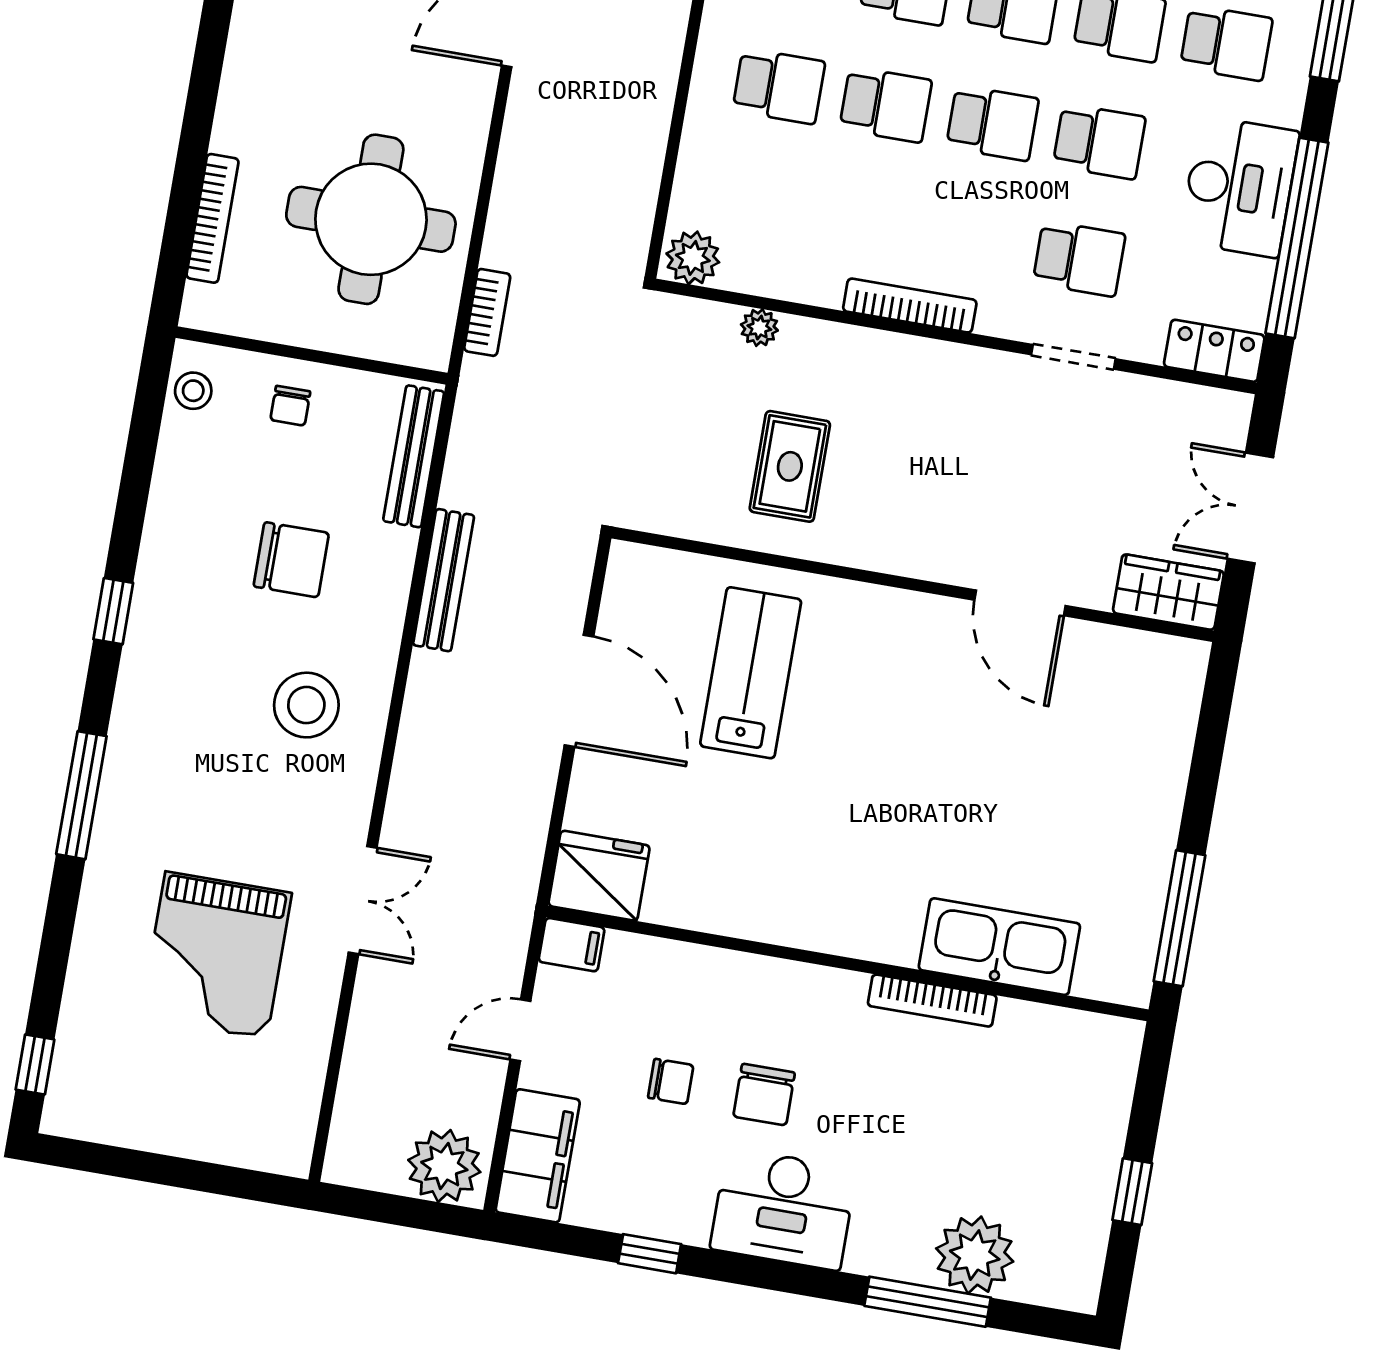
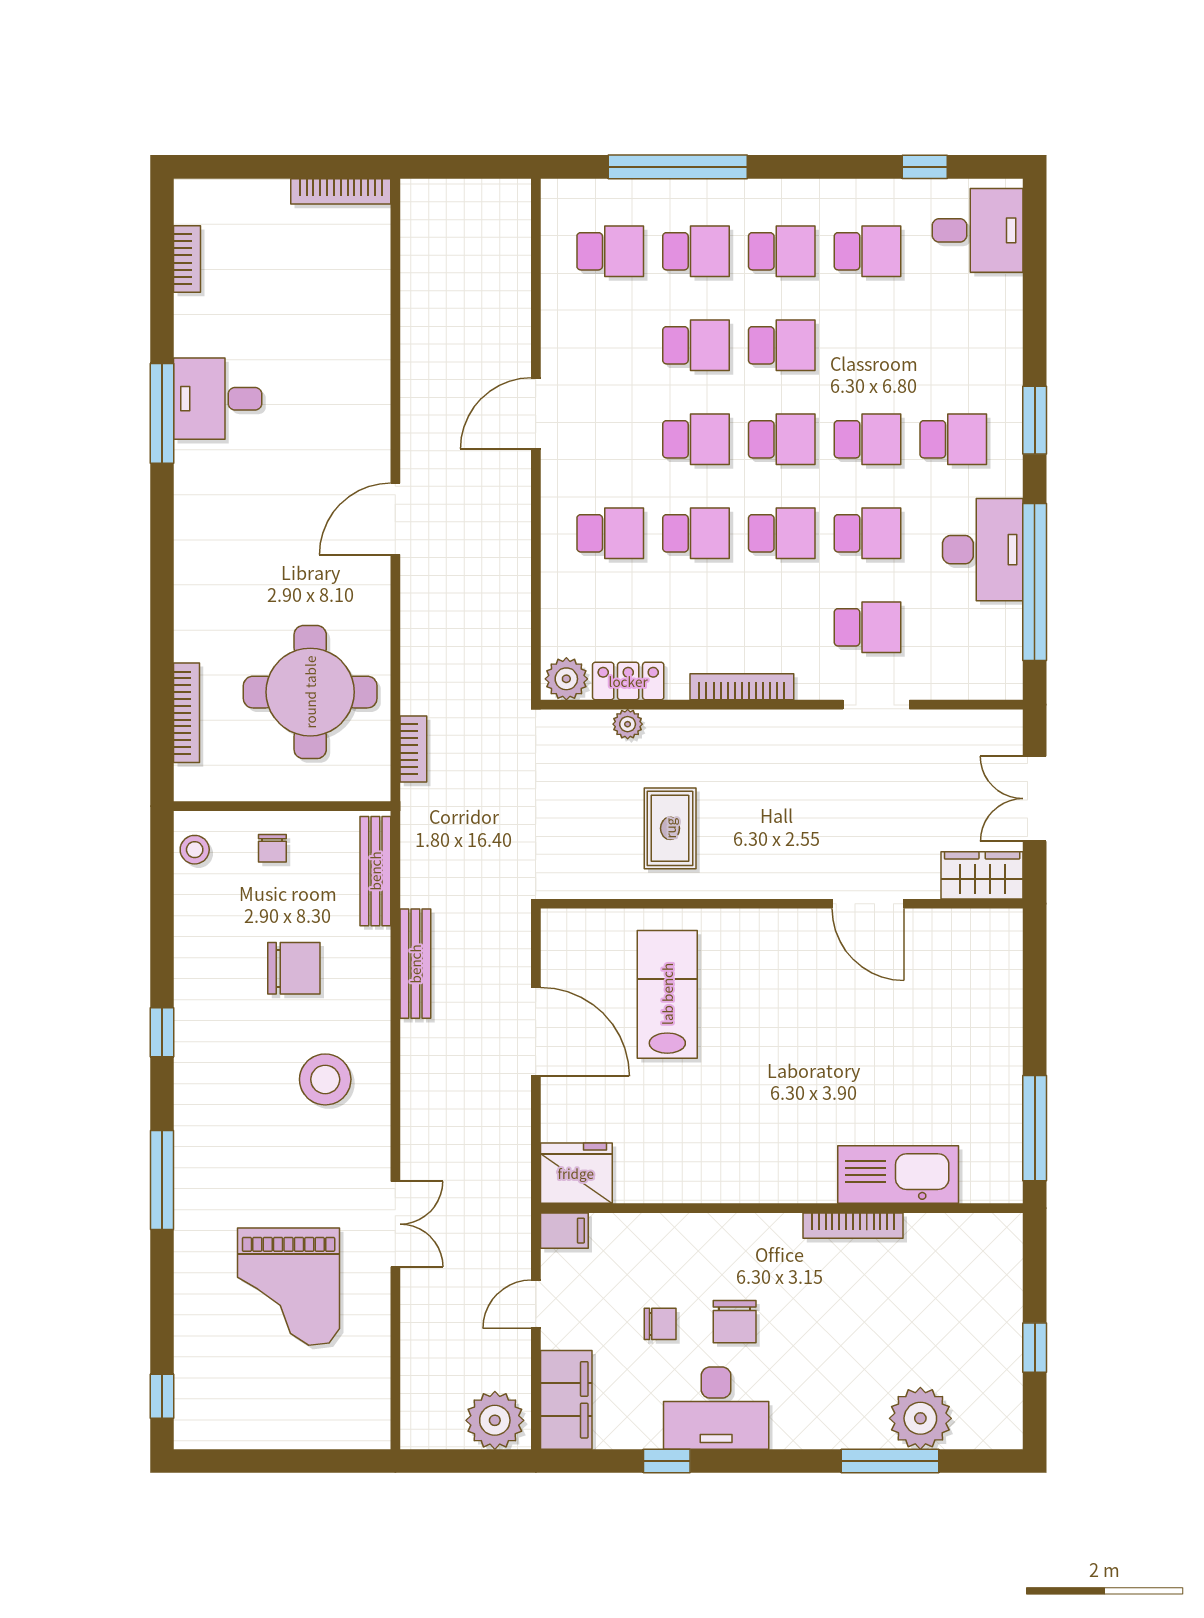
locker: (1214, 351) -> (628, 681), moved
desk: (783, 1209) -> (716, 1408), moved

